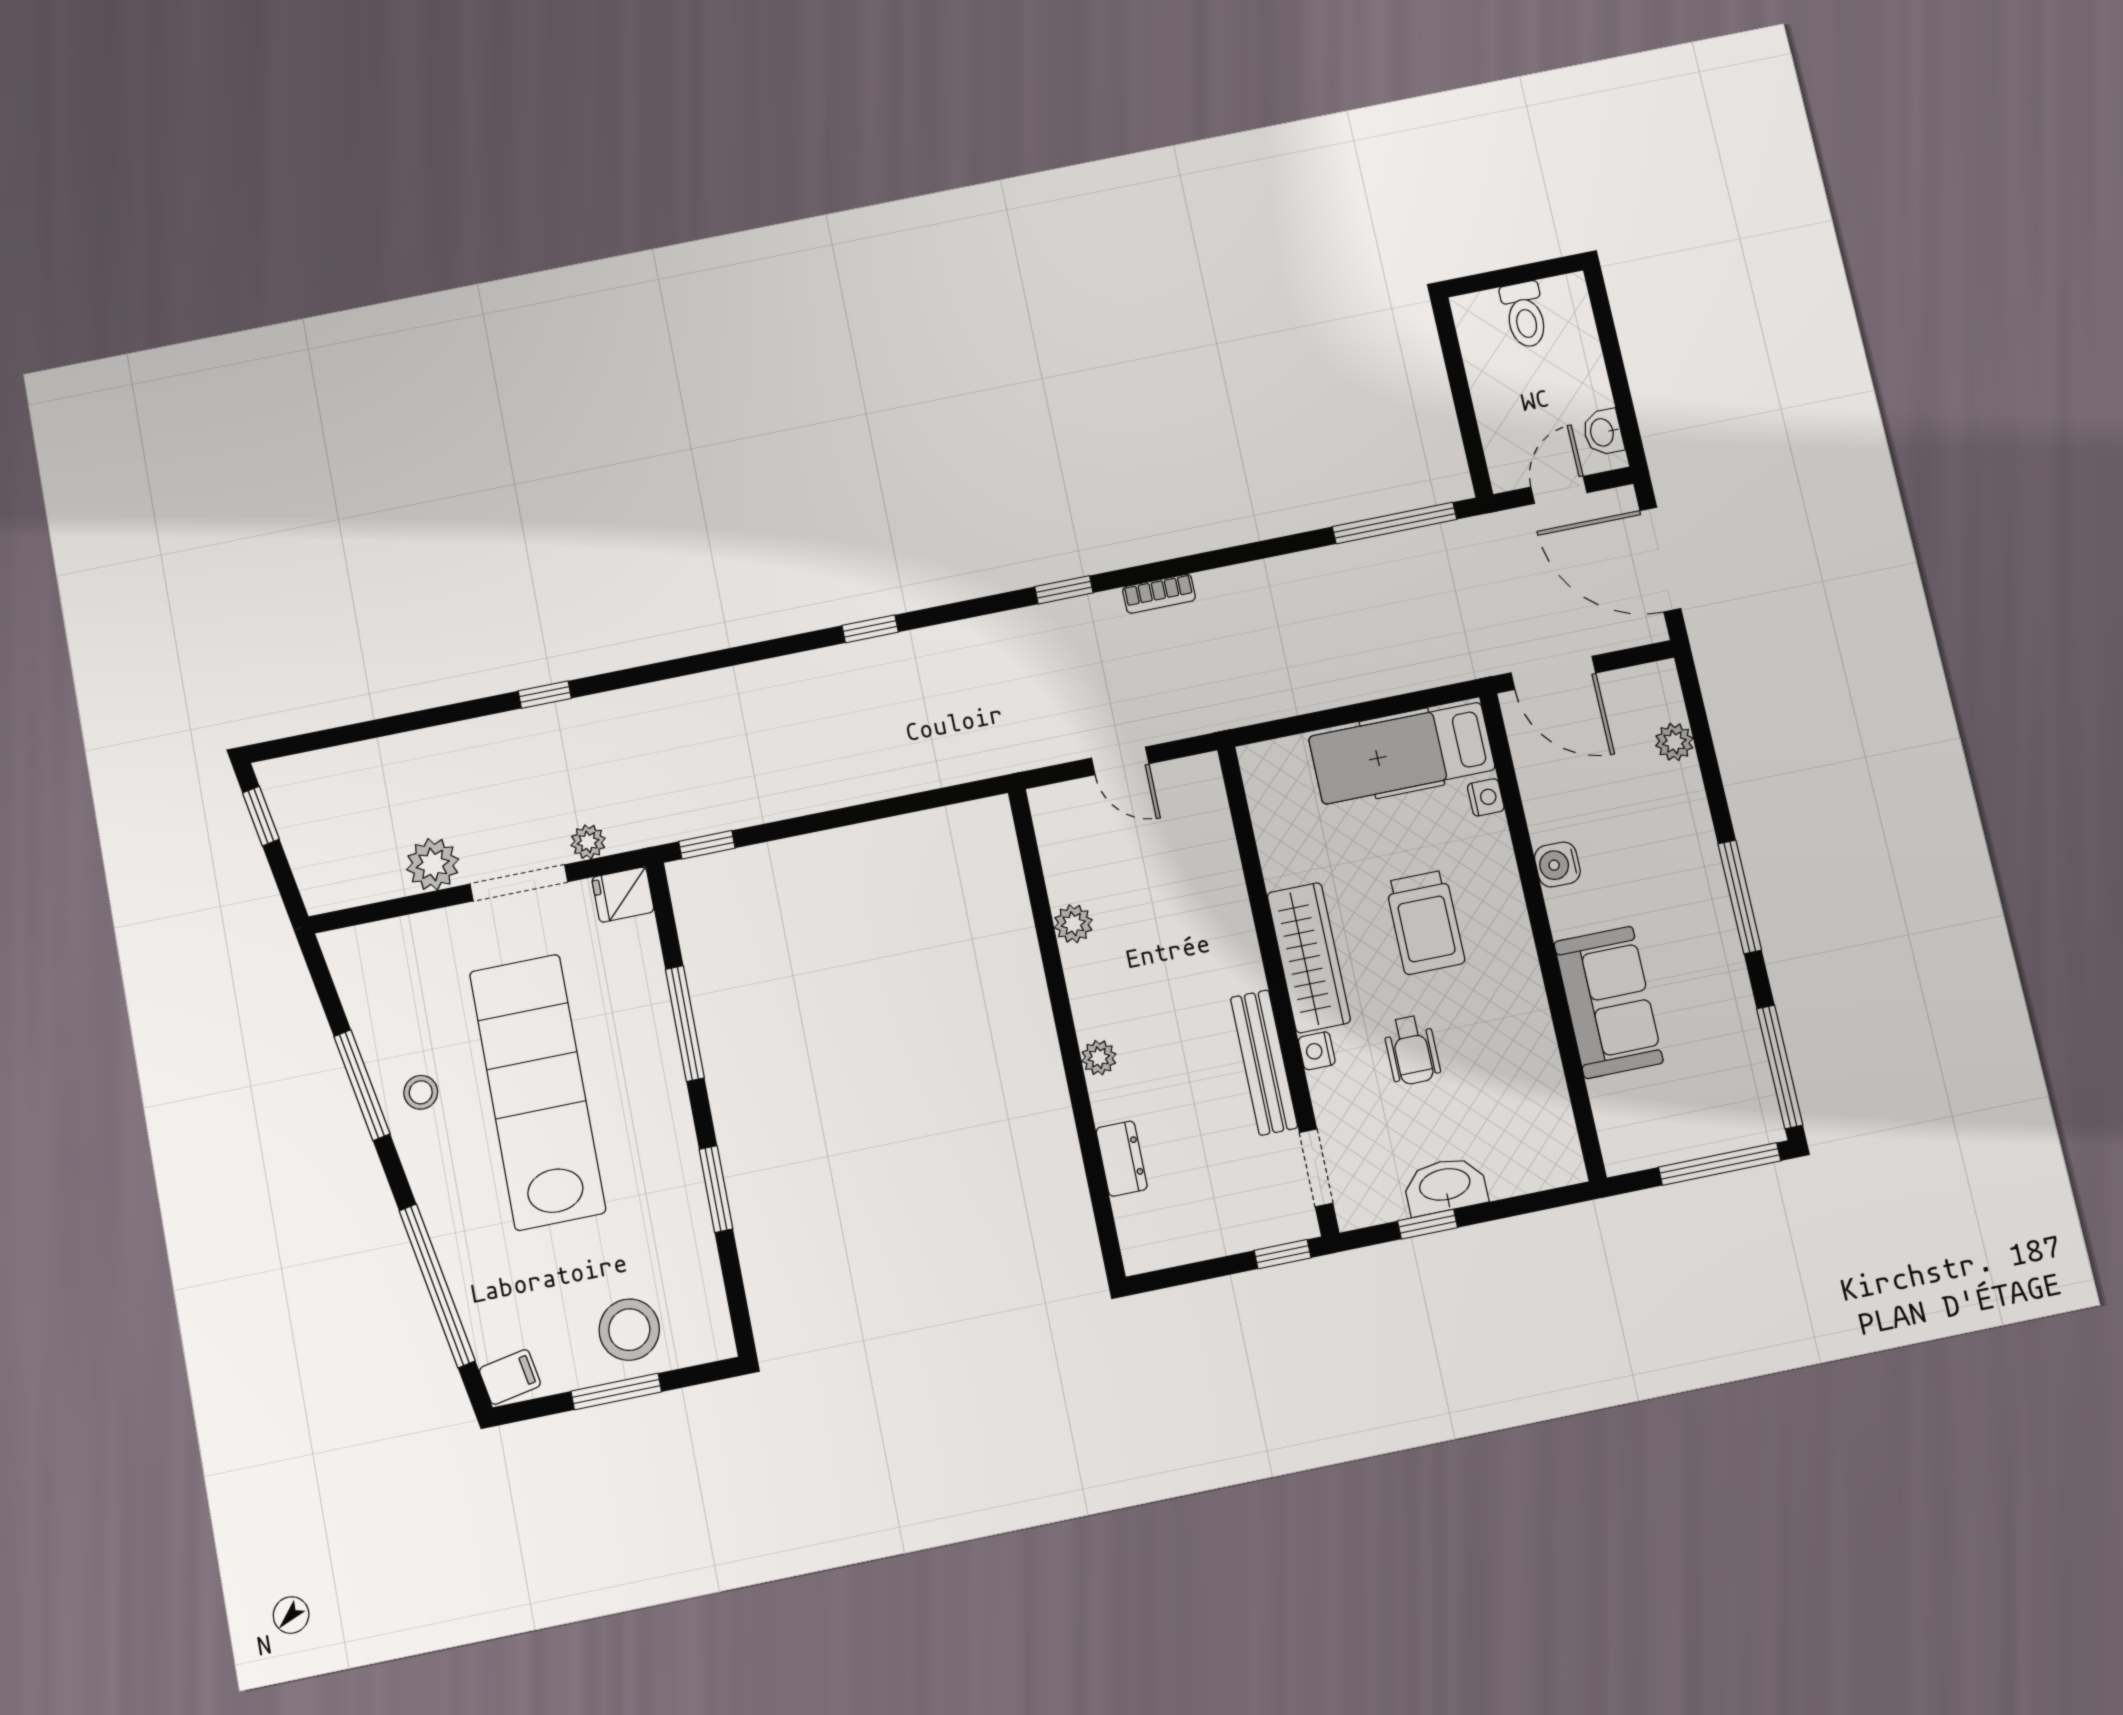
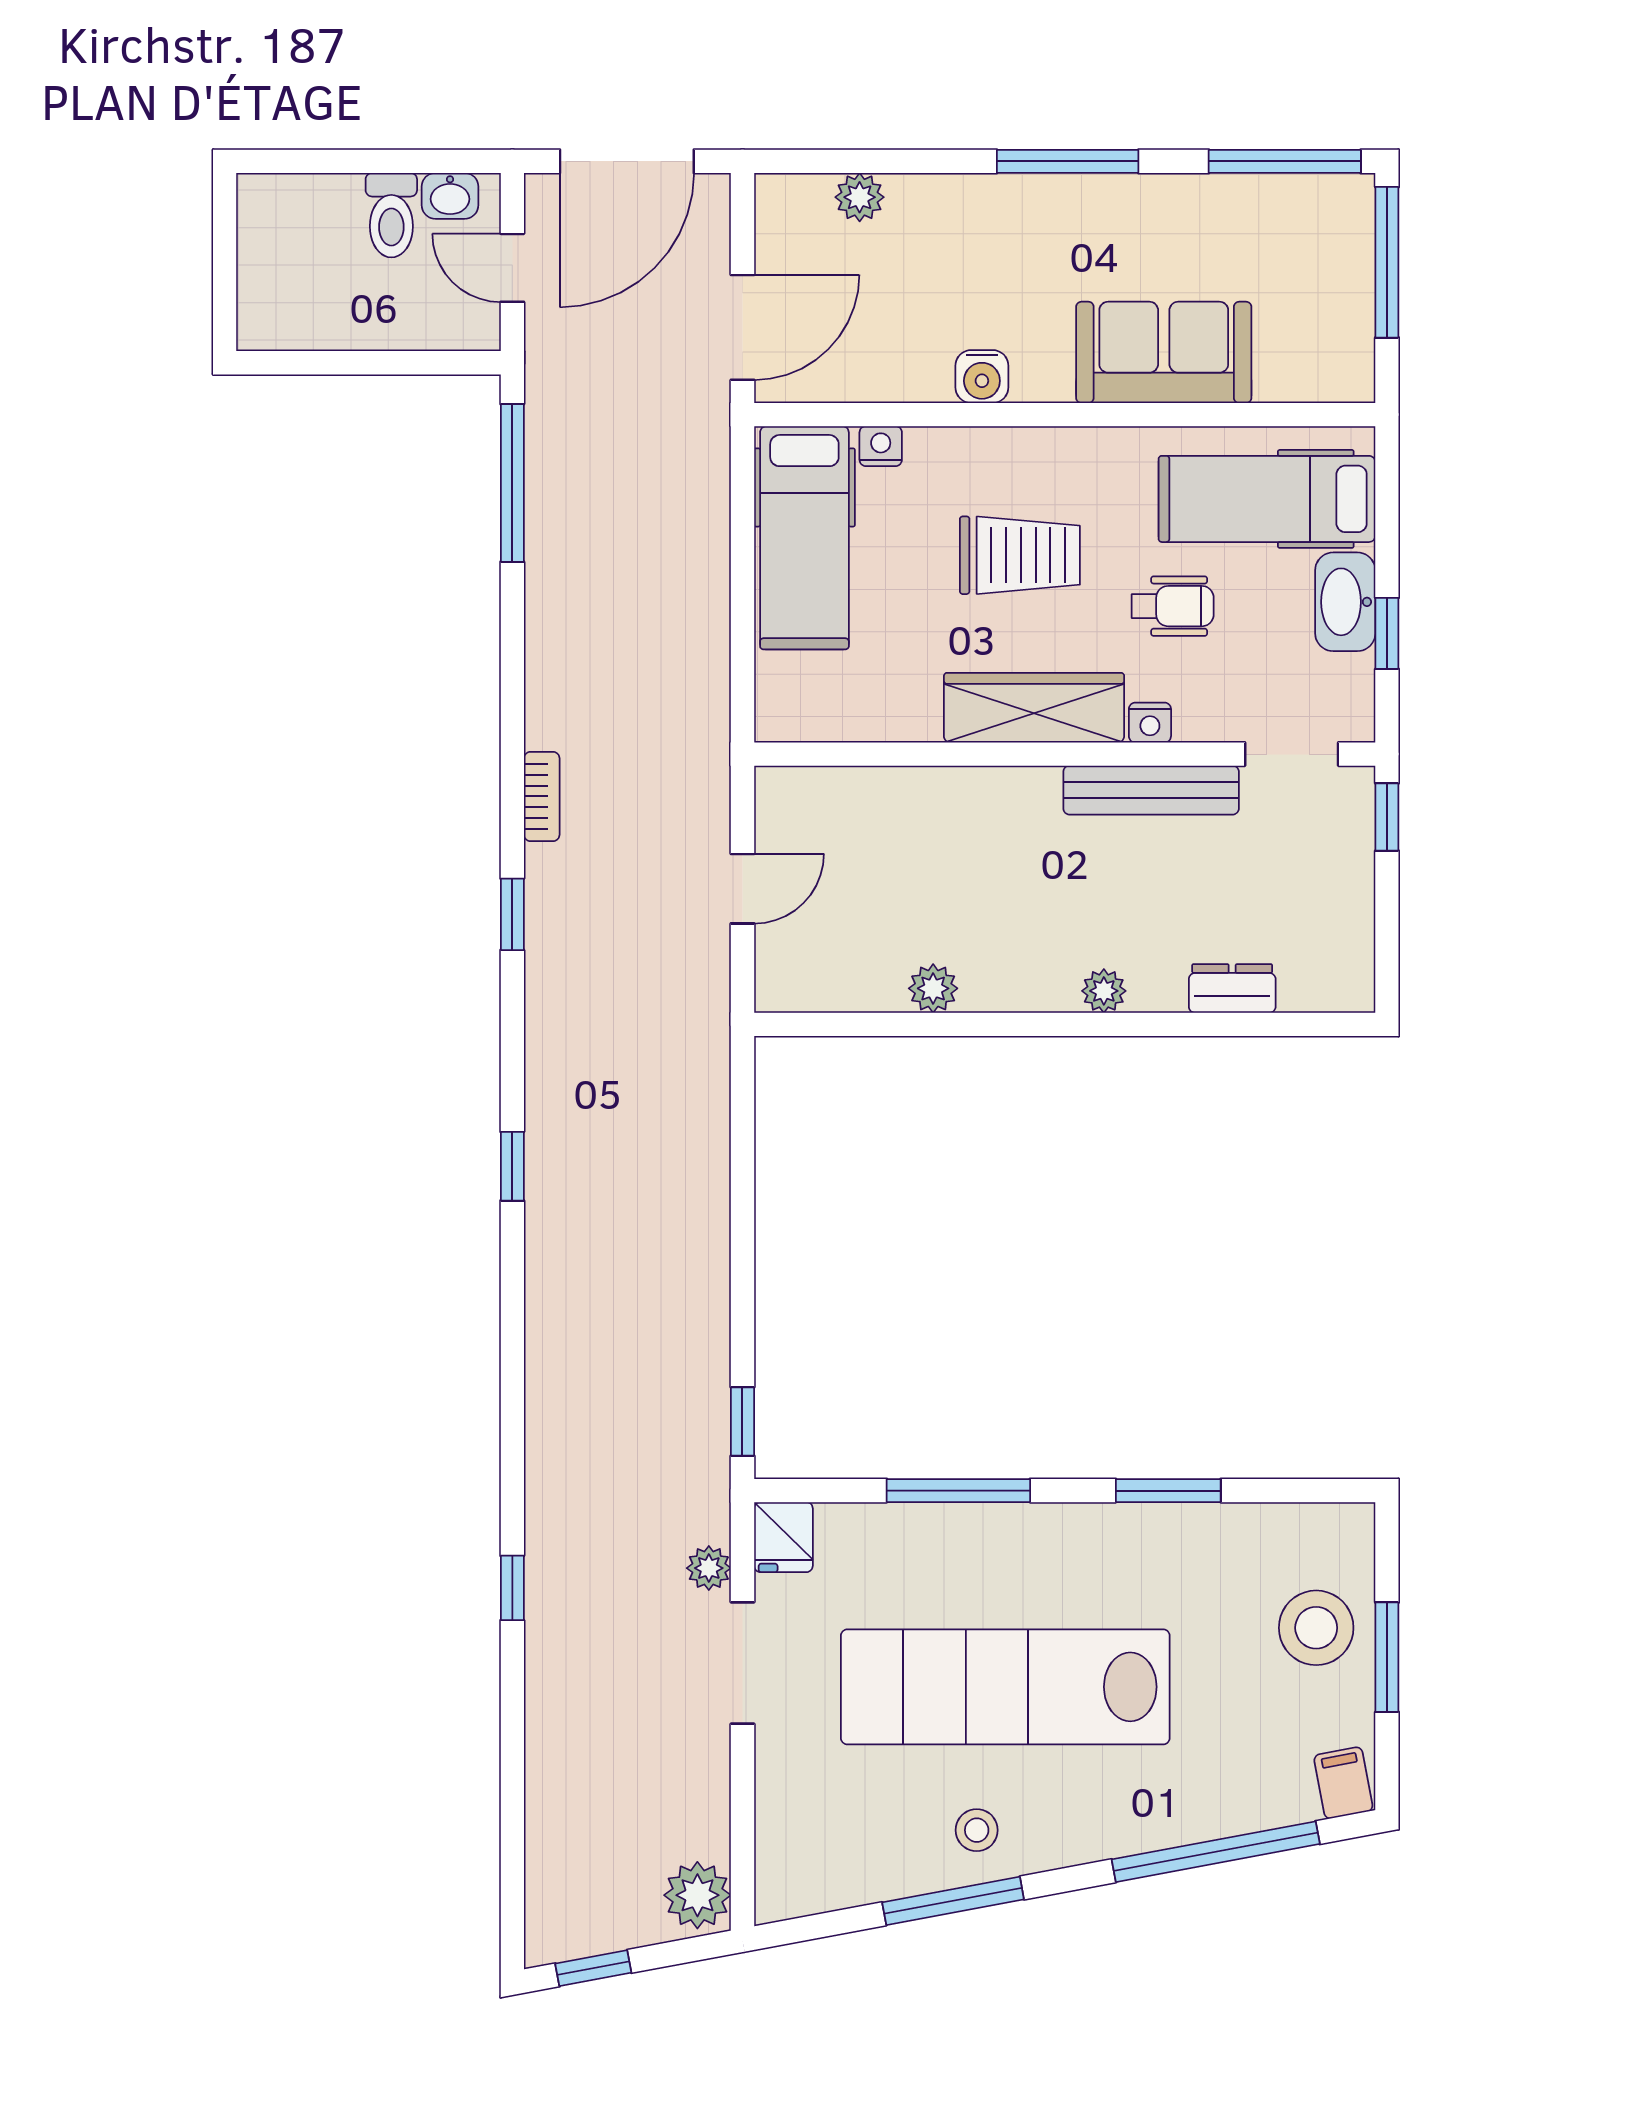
toilet: (1525, 315) -> (391, 215), moved, turned 90
plant: (433, 864) -> (697, 1895), moved
hospital bed: (1512, 1107) -> (1267, 499), added

